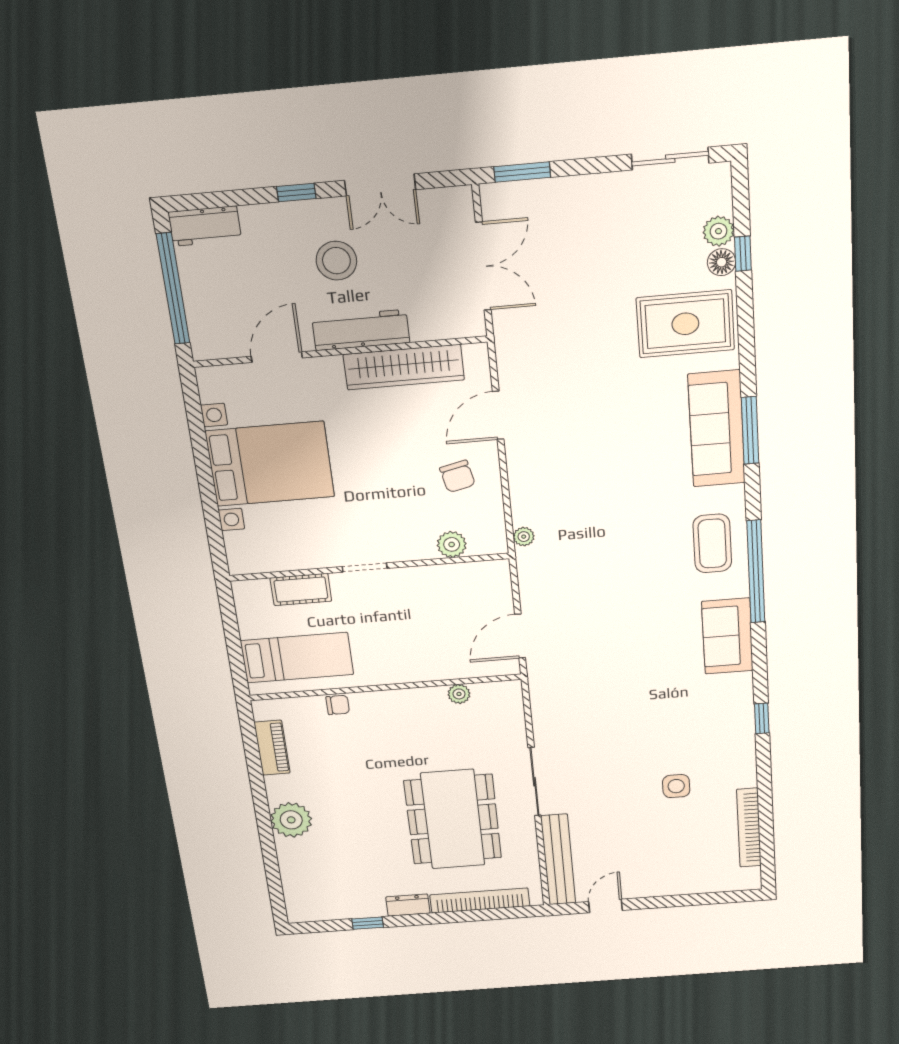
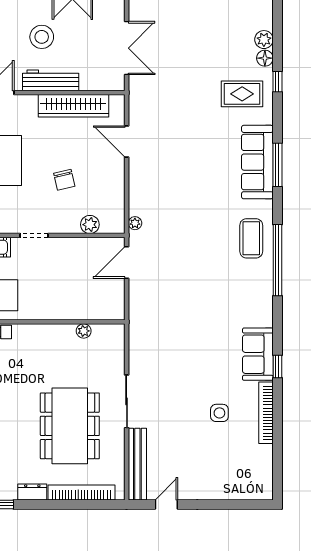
window: (743, 254) -> (277, 82), moved
rug: (685, 324) -> (242, 94), width x0.73, depth x0.70
door: (498, 415) -> (127, 141), hinge flipped
chair: (457, 476) -> (64, 180), moved
door: (520, 636) -> (127, 262), moved
sofa: (727, 636) -> (258, 354), moved
bookcase: (749, 828) -> (266, 413), moved

